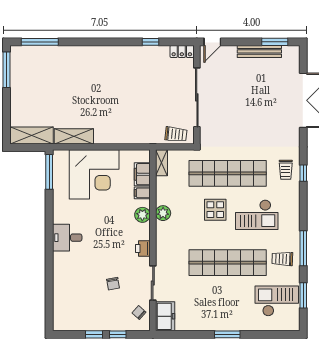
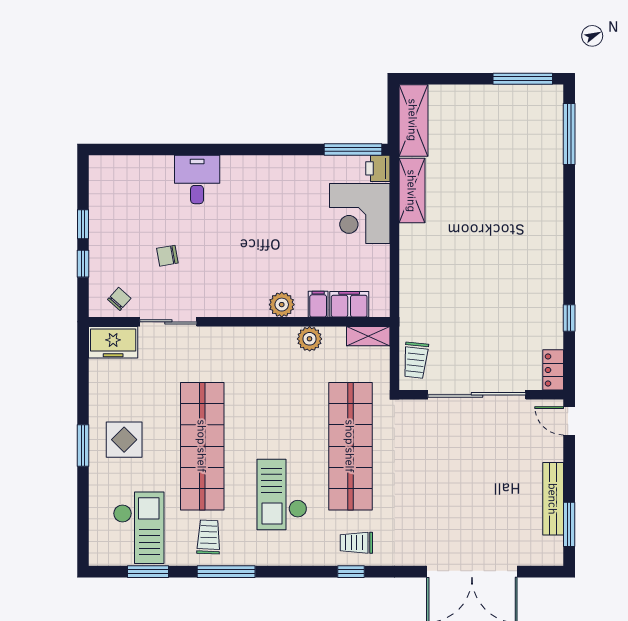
corner desk: (94, 174) -> (360, 214), width x0.74, depth x0.74
display table: (215, 210) -> (124, 440), moved
plant: (163, 213) -> (310, 339), moved
desk: (67, 238) -> (197, 179), moved
printer: (143, 248) -> (378, 168), moved, turned -90

